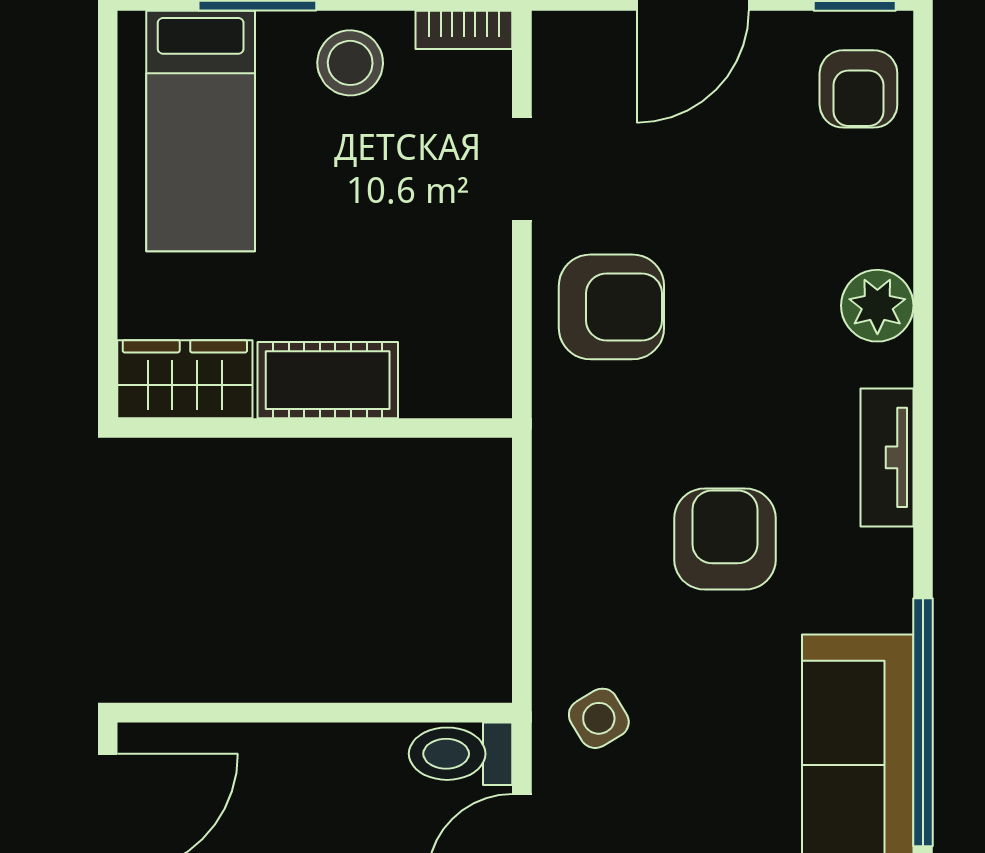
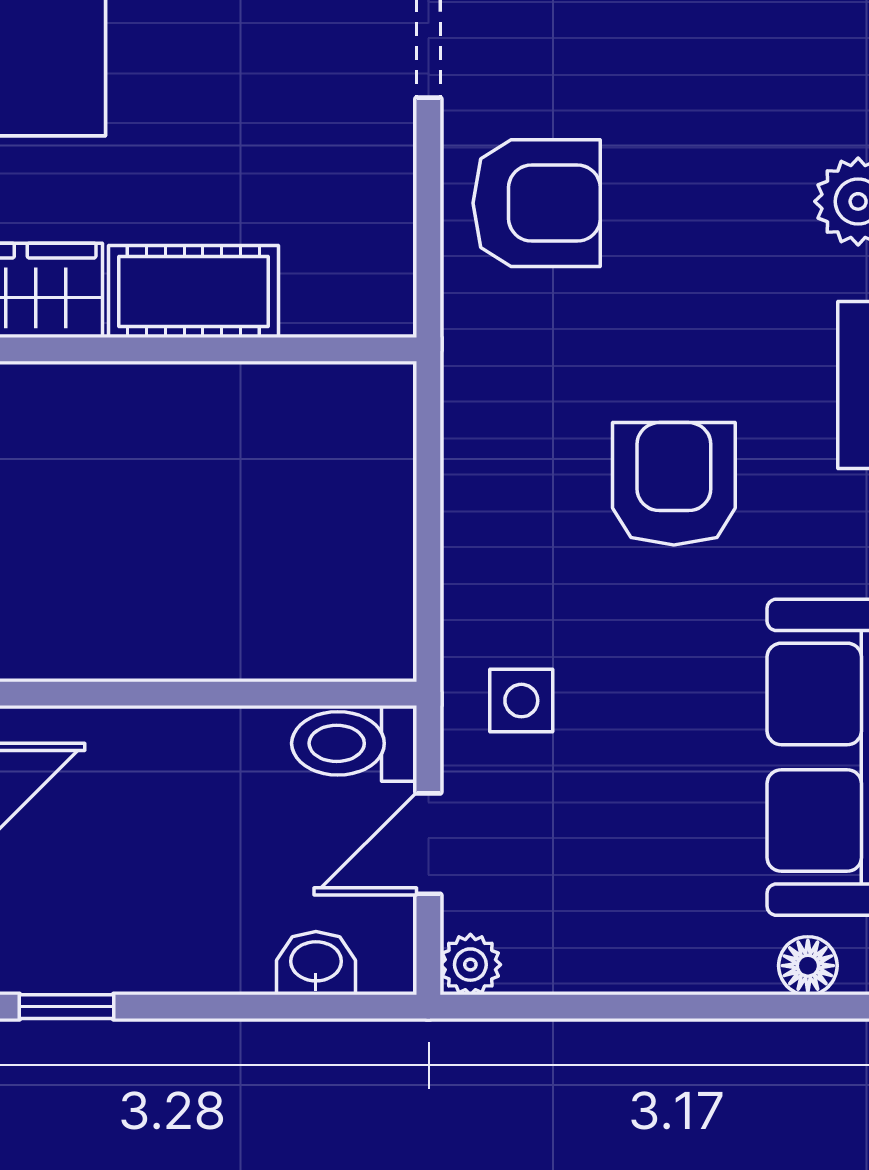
side table: (599, 718) -> (521, 701), turned 31

